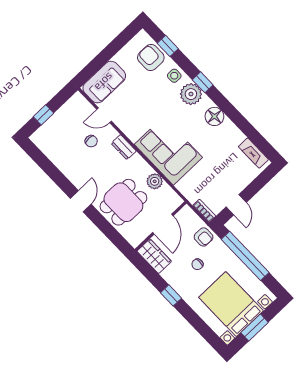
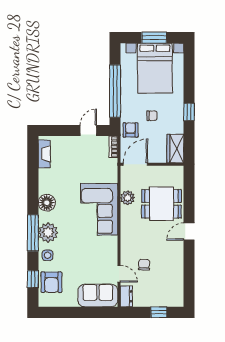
window: (203, 82) -> (33, 233), width x2.17
dresser: (124, 147) -> (126, 296), moved
door: (163, 224) -> (135, 164), moved

